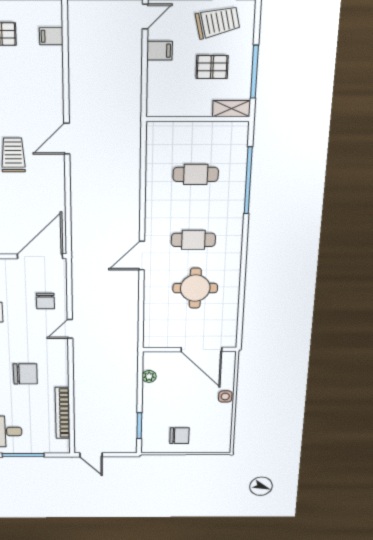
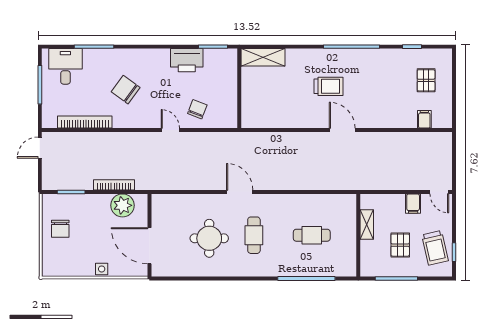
shelving: (231, 109) -> (367, 224), moved
cafe table: (196, 174) -> (312, 235), turned 90
door: (40, 256) -> (239, 106), removed
chair: (45, 301) -> (197, 109), turned 111
door: (201, 349) -> (150, 246), hinge flipped
chair: (25, 374) -> (126, 90), turned 126
plant: (149, 376) -> (122, 205), width x1.87, depth x1.87
bookcase: (132, 385) -> (114, 185), added

